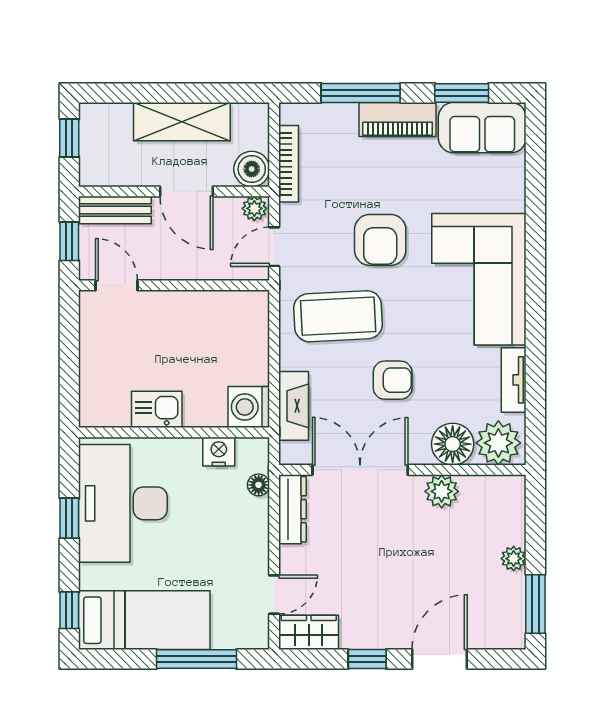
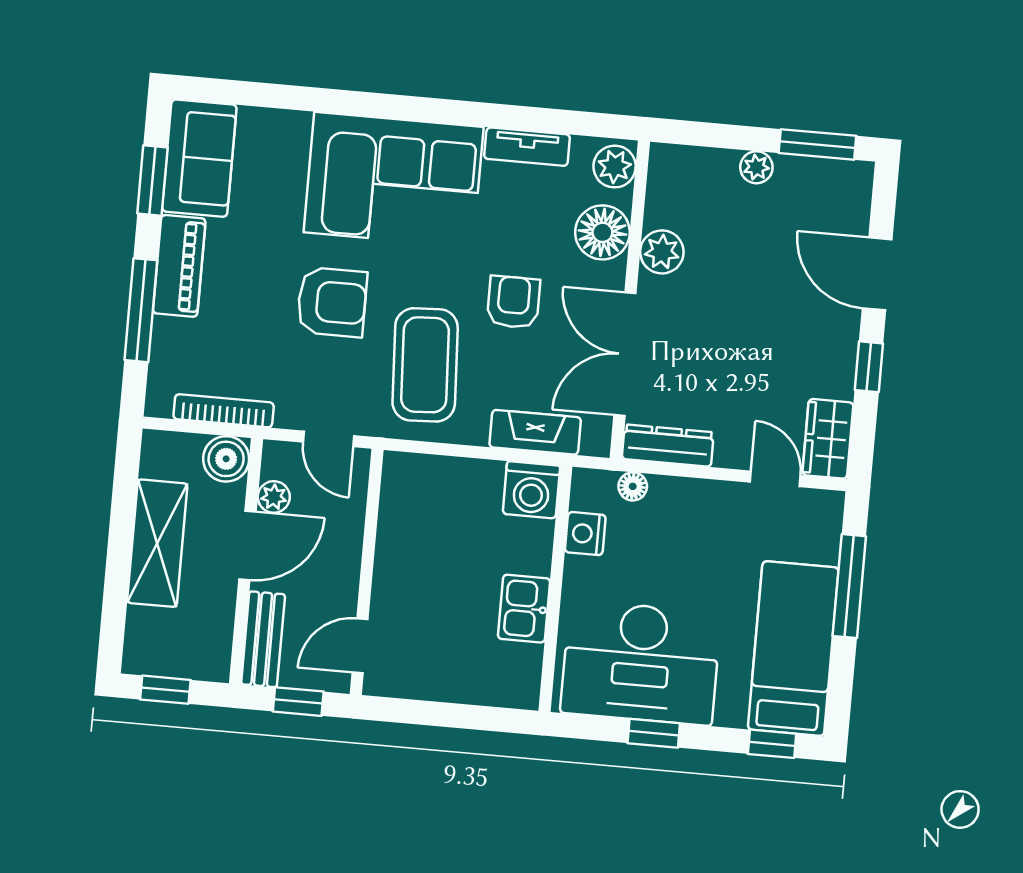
plant: (254, 208) -> (274, 497), moved
plant: (498, 443) -> (615, 167), width x0.73, depth x0.73

